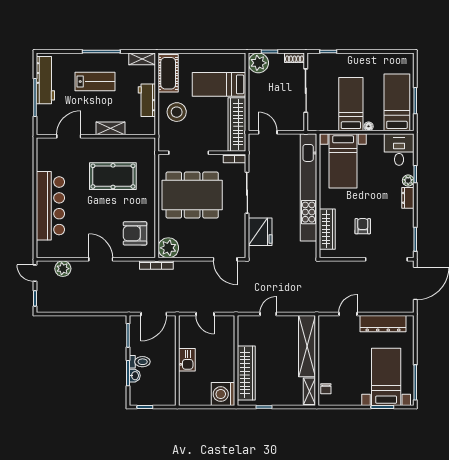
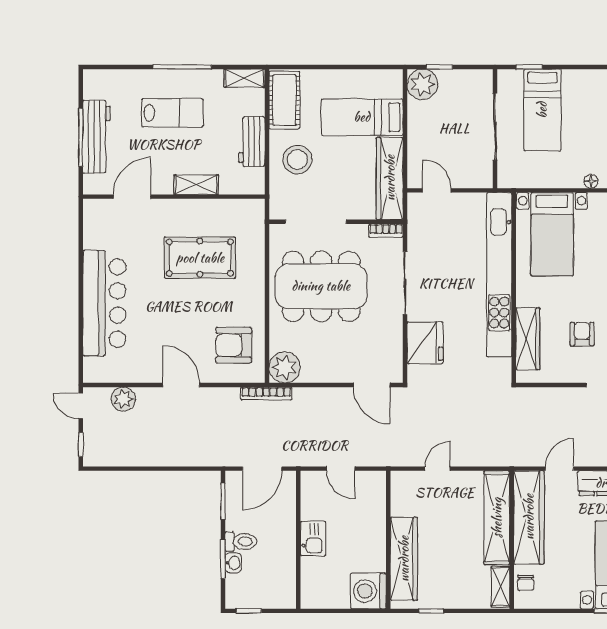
shoe rack: (294, 58) -> (478, 76), removed
workbench: (45, 80) -> (96, 137), moved
bed: (351, 104) -> (542, 110), moved, turned 180
wardrobe: (328, 346) -> (529, 517), added

